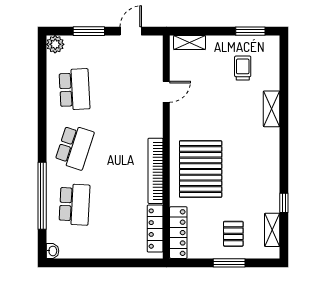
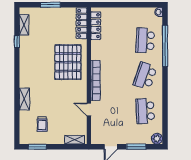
door: (166, 92) -> (89, 110), hinge flipped
bookcase: (156, 171) -> (95, 80), moved
pallet: (233, 234) -> (48, 22), removed

